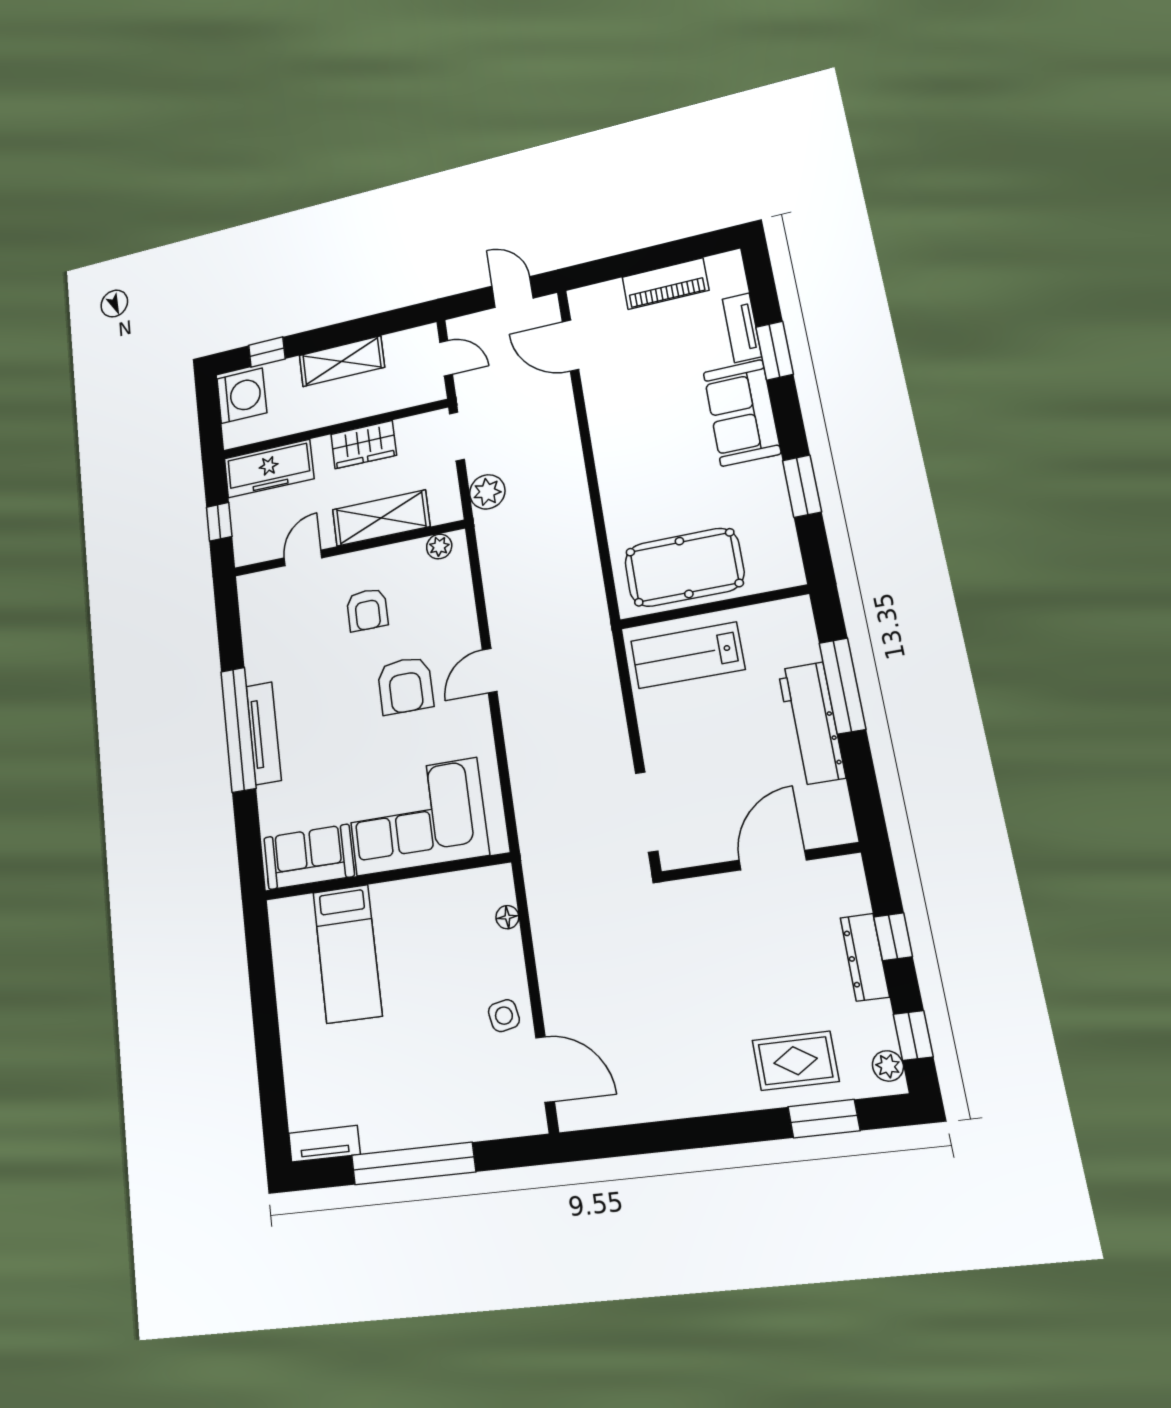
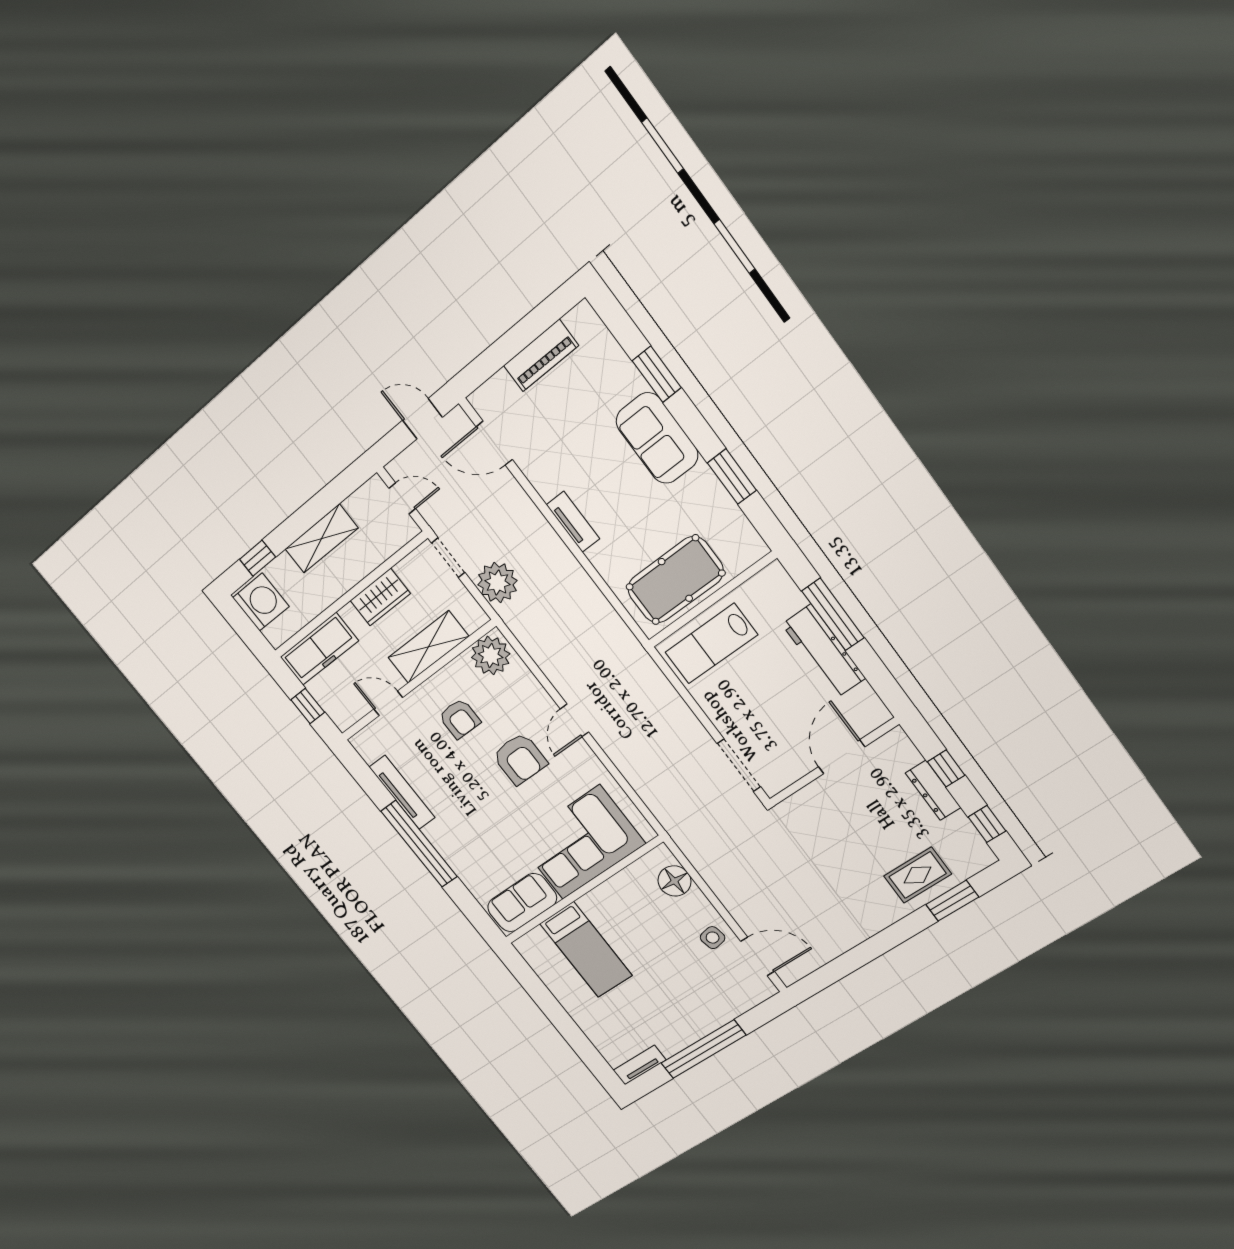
tv unit: (742, 328) -> (573, 522), moved, turned 180
plant: (487, 492) -> (497, 583), width x1.36, depth x1.36
plant: (439, 547) -> (491, 656), width x1.87, depth x1.87
door: (303, 558) -> (388, 703), hinge flipped
tv unit: (264, 733) -> (402, 792), moved
floor lamp: (507, 917) -> (674, 881), width x1.89, depth x1.89
plant: (888, 1066) -> (979, 850), removed

